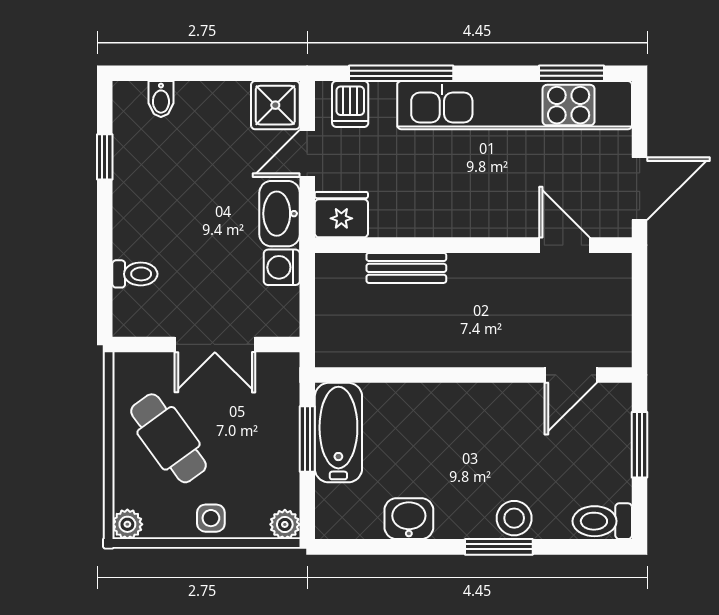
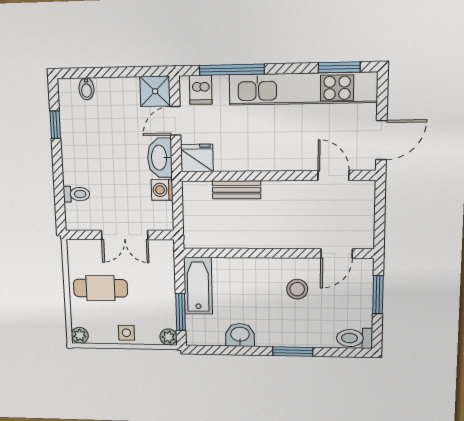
cafe table: (169, 438) -> (100, 288), turned -54
window: (307, 439) -> (181, 312), moved
stool: (514, 518) -> (297, 289), moved

